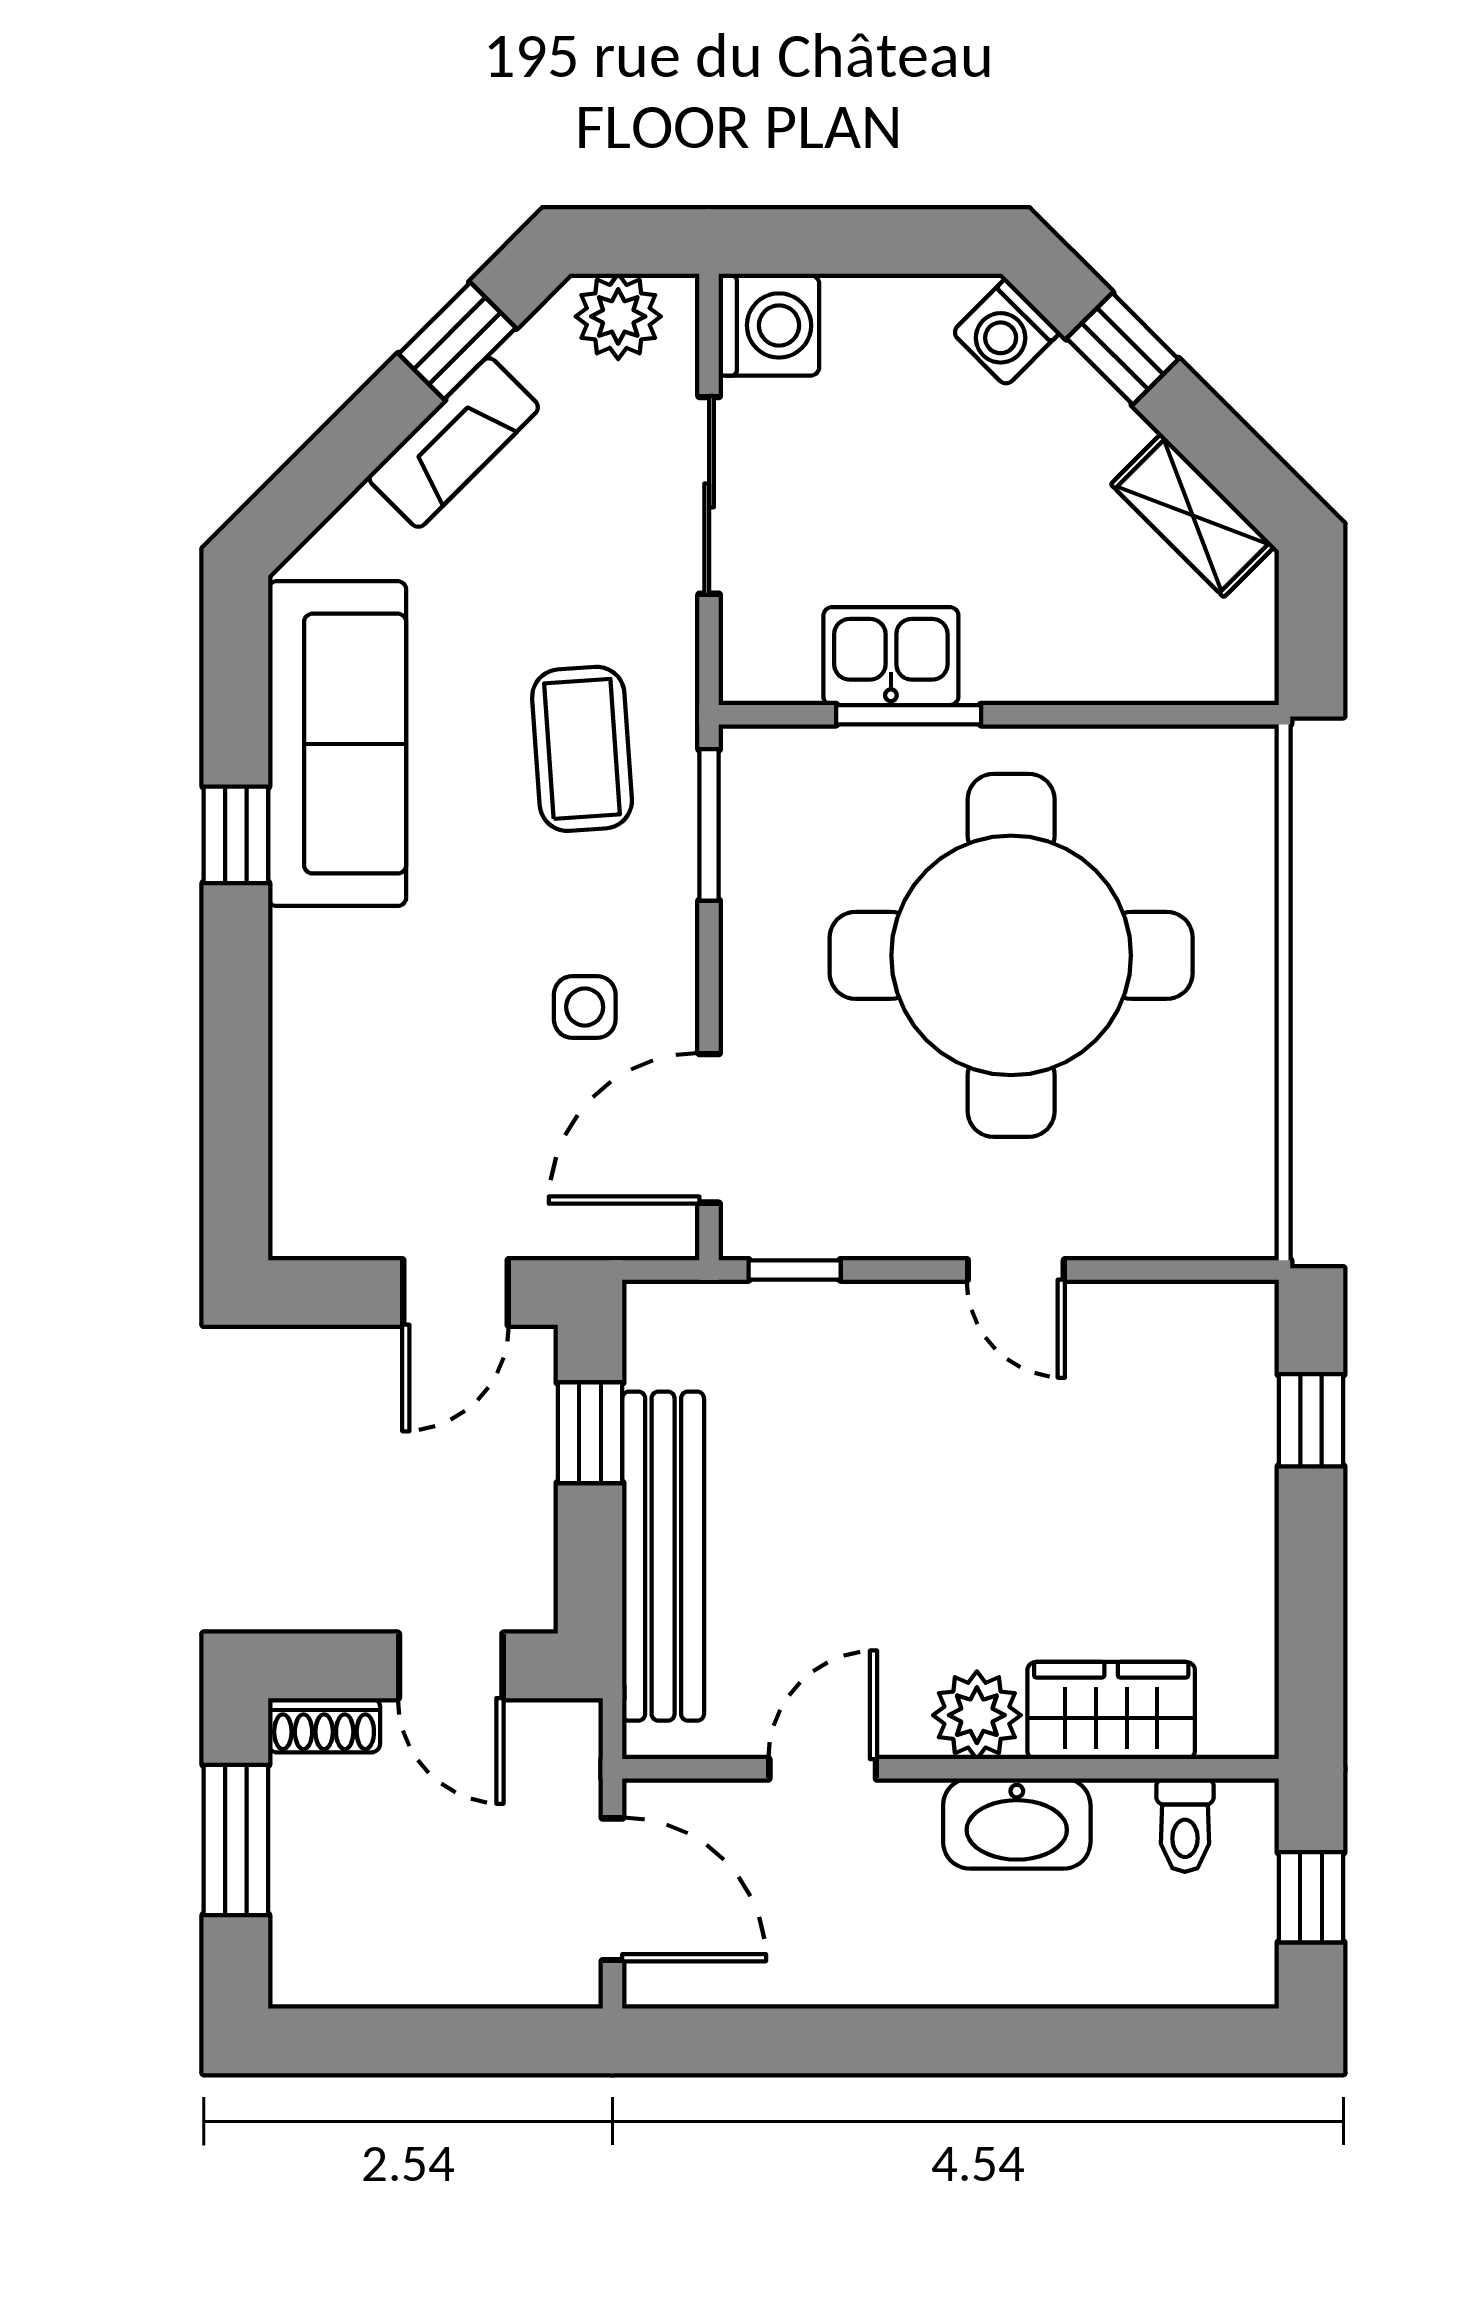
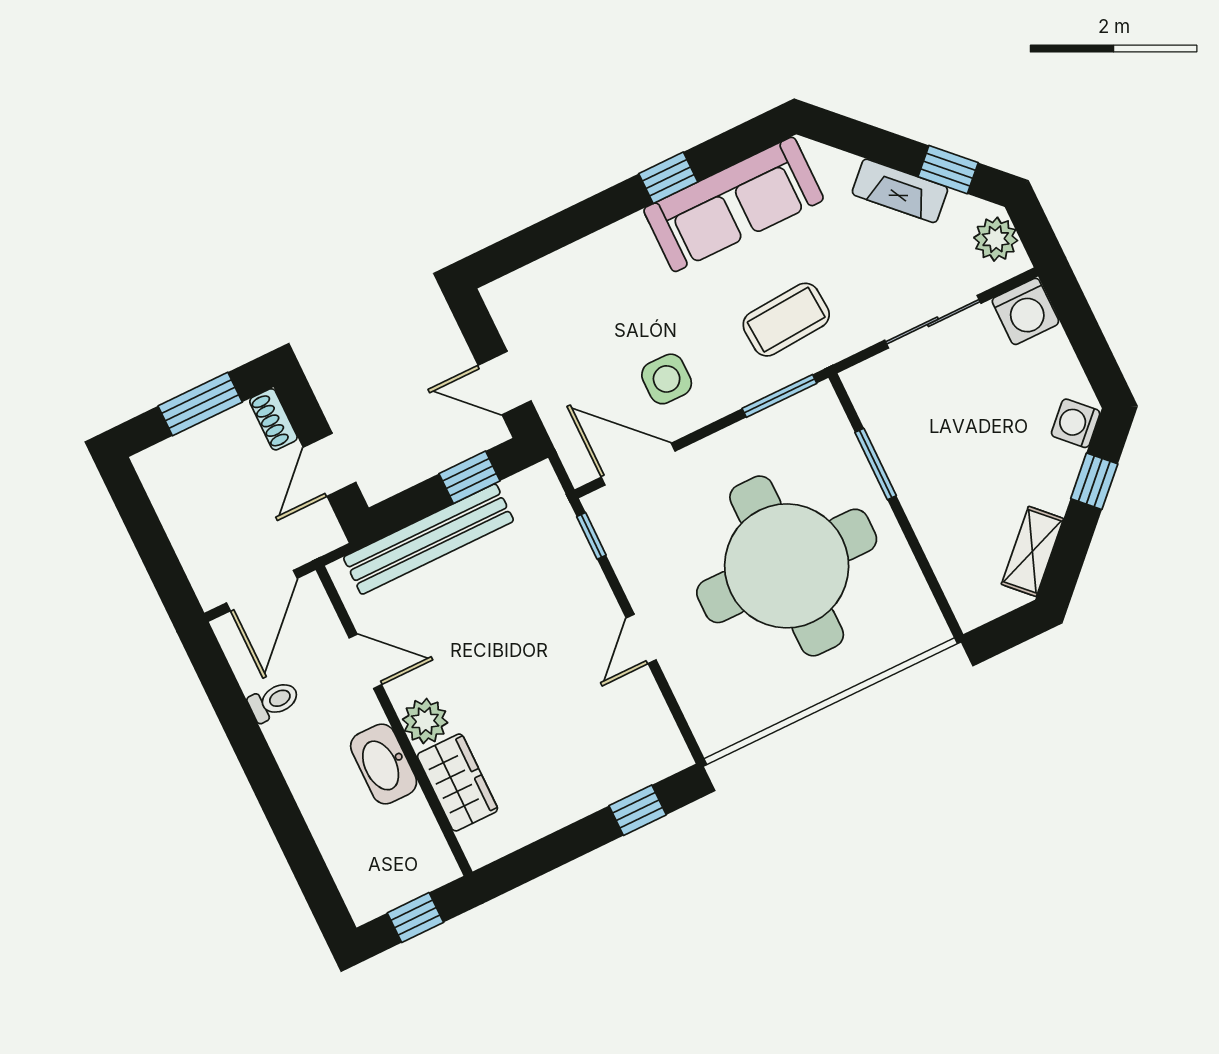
kitchen sink: (891, 656) -> (899, 443), removed
side table: (585, 1007) -> (667, 379), width x1.37, depth x1.37
toilet: (1185, 1825) -> (274, 701), moved, turned 180

